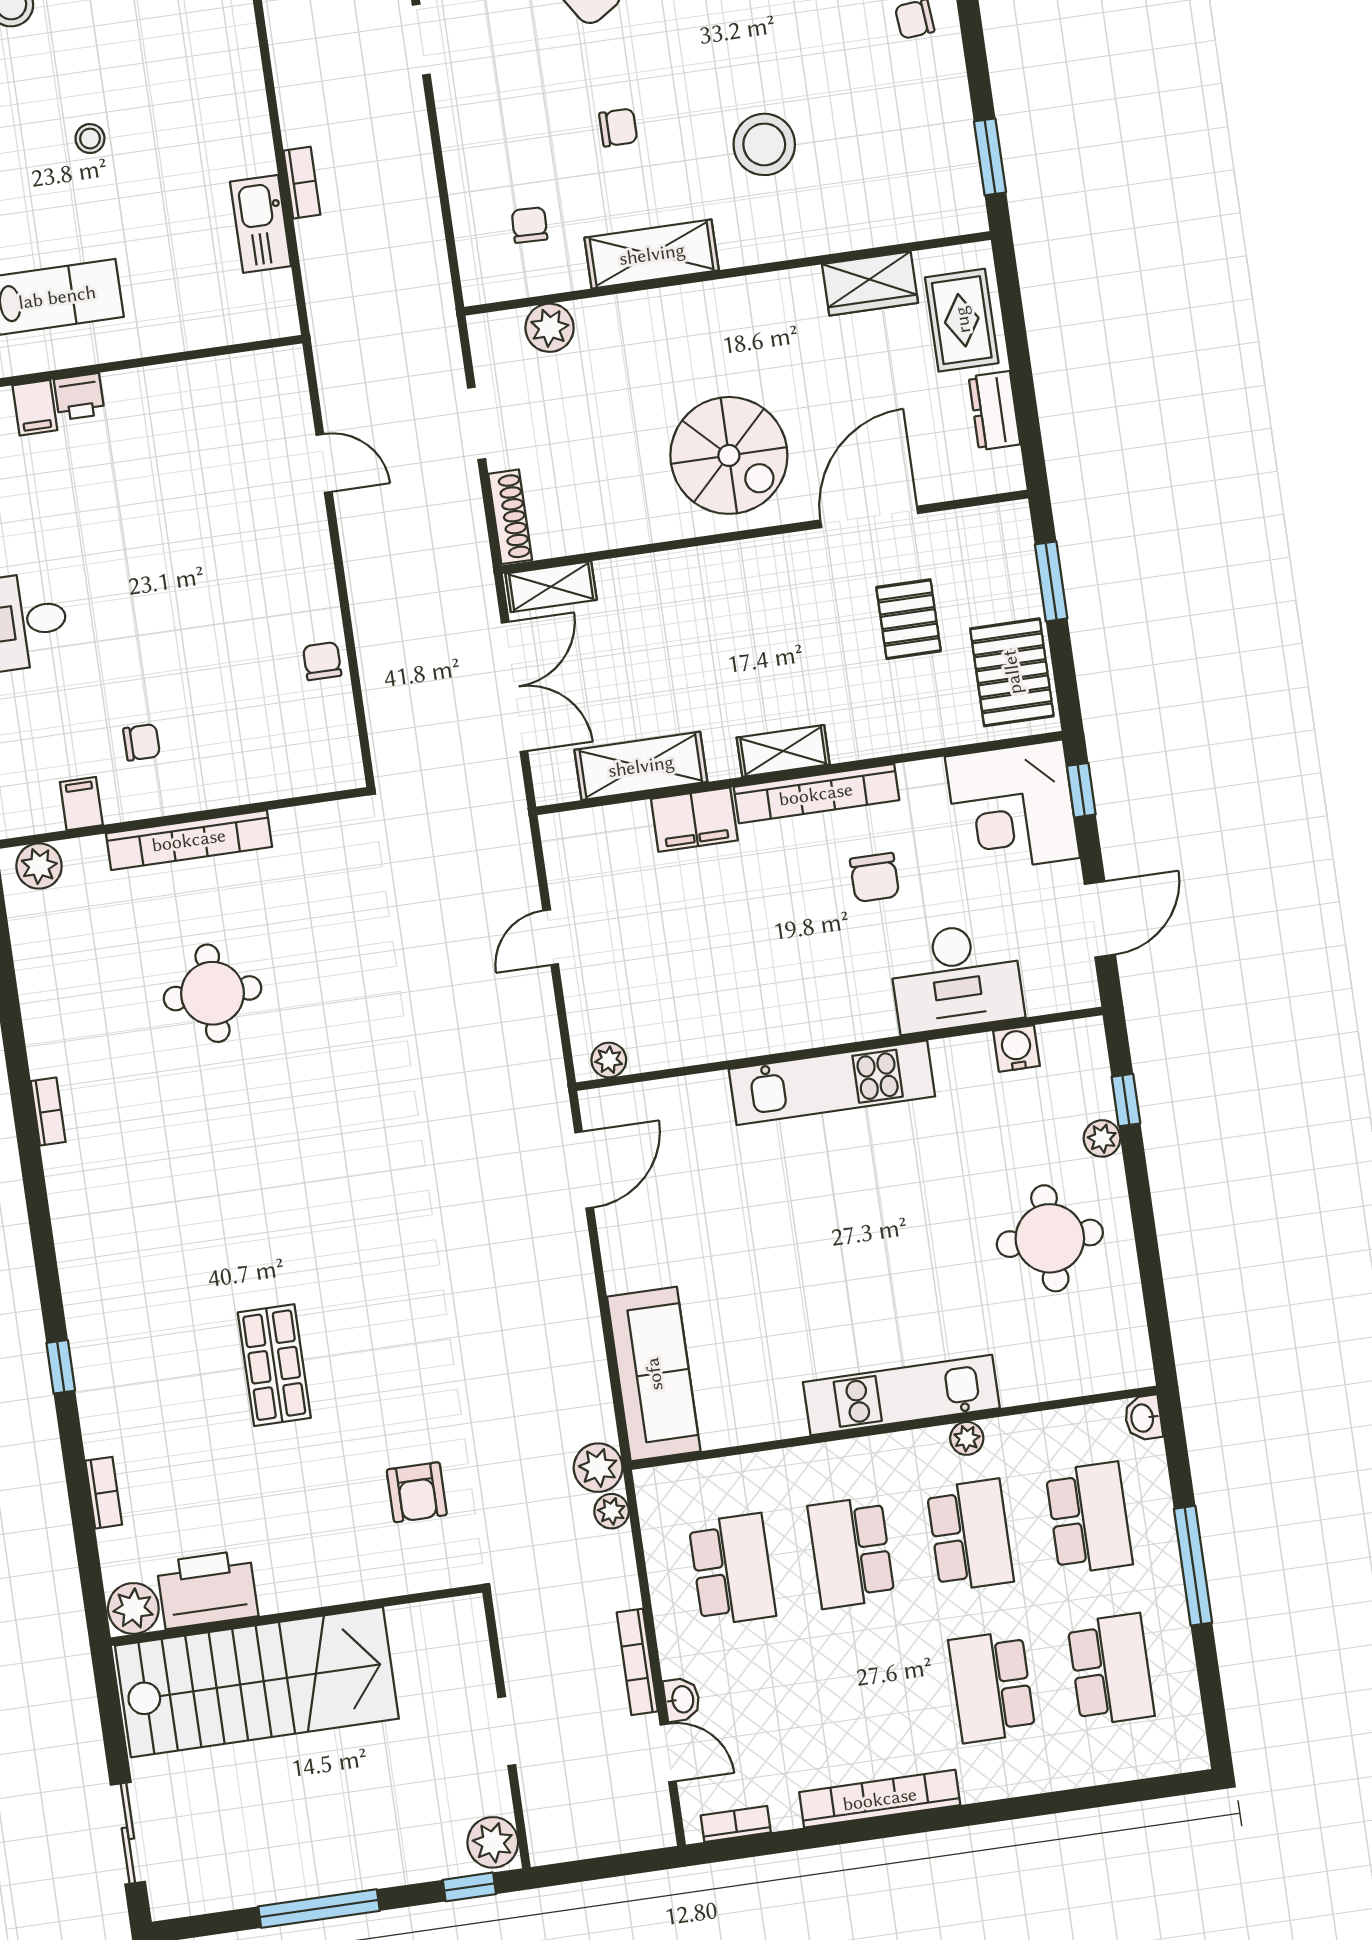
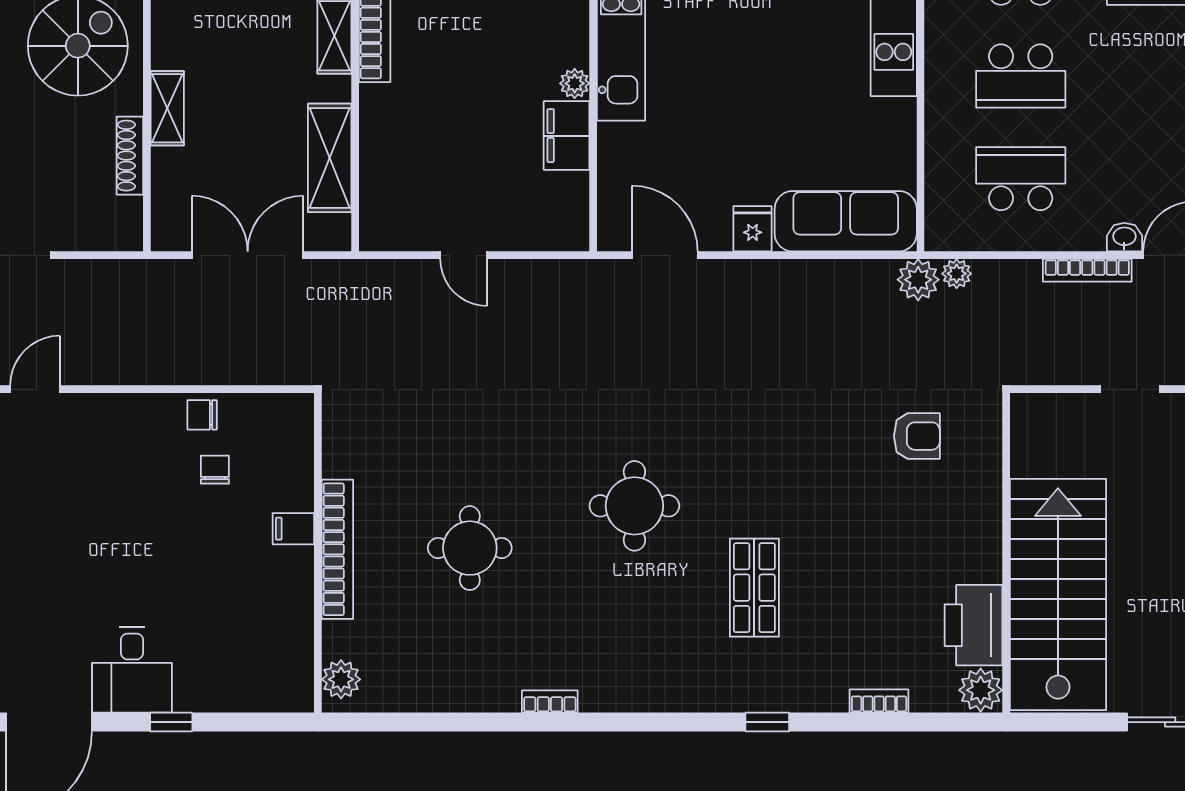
shoe rack: (510, 517) -> (130, 156), moved, turned -90
shelving: (551, 587) -> (167, 108), moved
chair: (142, 742) -> (215, 470), moved
filing cabinet: (81, 804) -> (293, 529), moved
filing cabinet: (694, 820) -> (567, 136), moved, turned 180
plant: (609, 1060) -> (575, 83), moved
round table: (289, 1177) -> (634, 506), added
fridge: (629, 1267) -> (753, 229), added
shop shelf: (274, 1365) -> (754, 588), moved, turned 90

